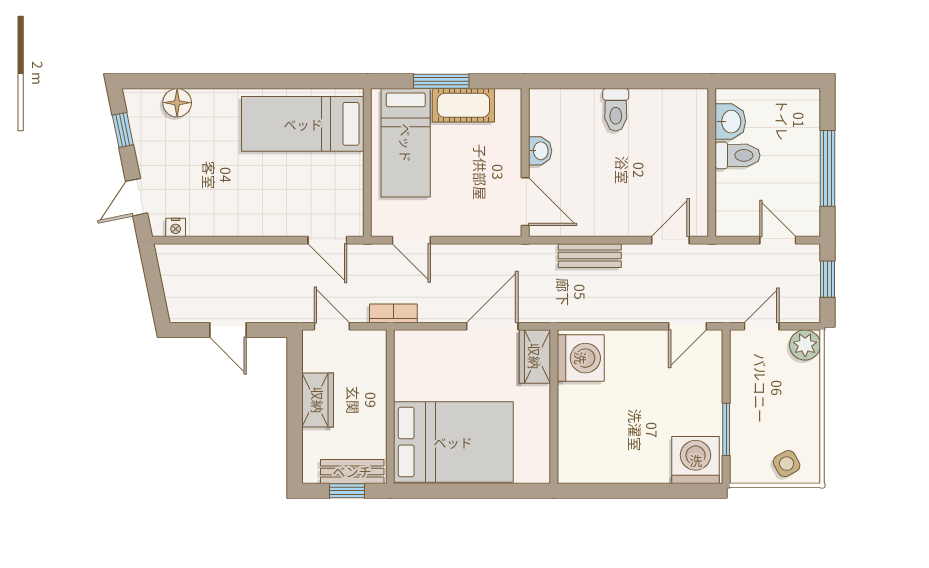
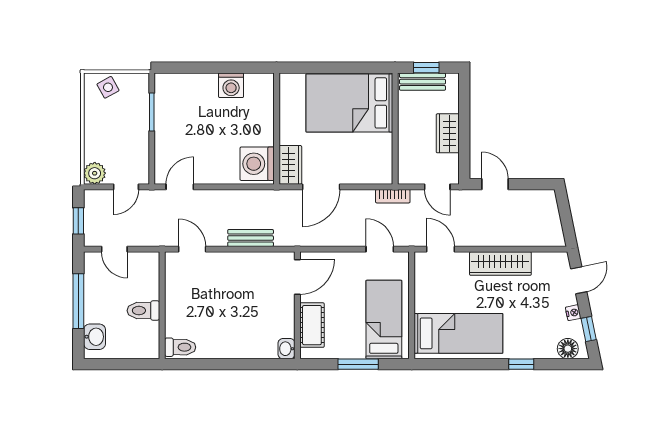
window: (216, 81) -> (521, 364), added
floor lamp: (177, 103) -> (568, 349), moved
cot: (463, 105) -> (312, 325), moved, turned 90
toilet: (616, 110) -> (180, 347), moved, turned 90
washbasin: (730, 122) -> (95, 337), moved, turned 180
washbasin: (540, 151) -> (286, 349), moved
door: (525, 202) -> (297, 277), swing flipped
wardrobe: (245, 220) -> (500, 264), added
nightstand: (176, 227) -> (573, 313), moved, turned 78
door: (670, 240) -> (192, 249), swing flipped
door: (228, 330) -> (495, 184), moved
washing machine: (696, 460) -> (231, 85), moved, width x0.73, depth x0.73

